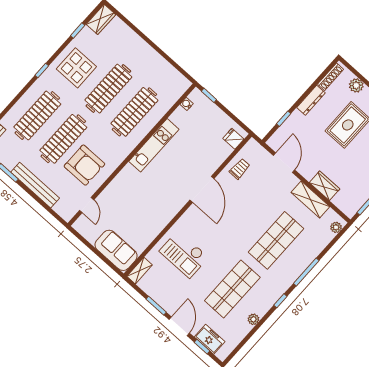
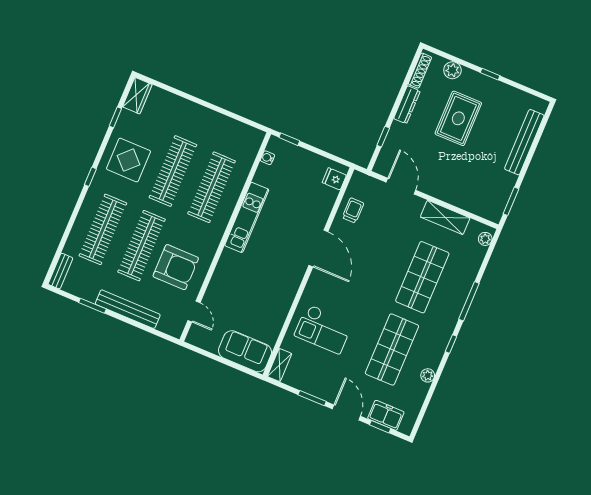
wardrobe: (325, 186) -> (456, 196), removed

